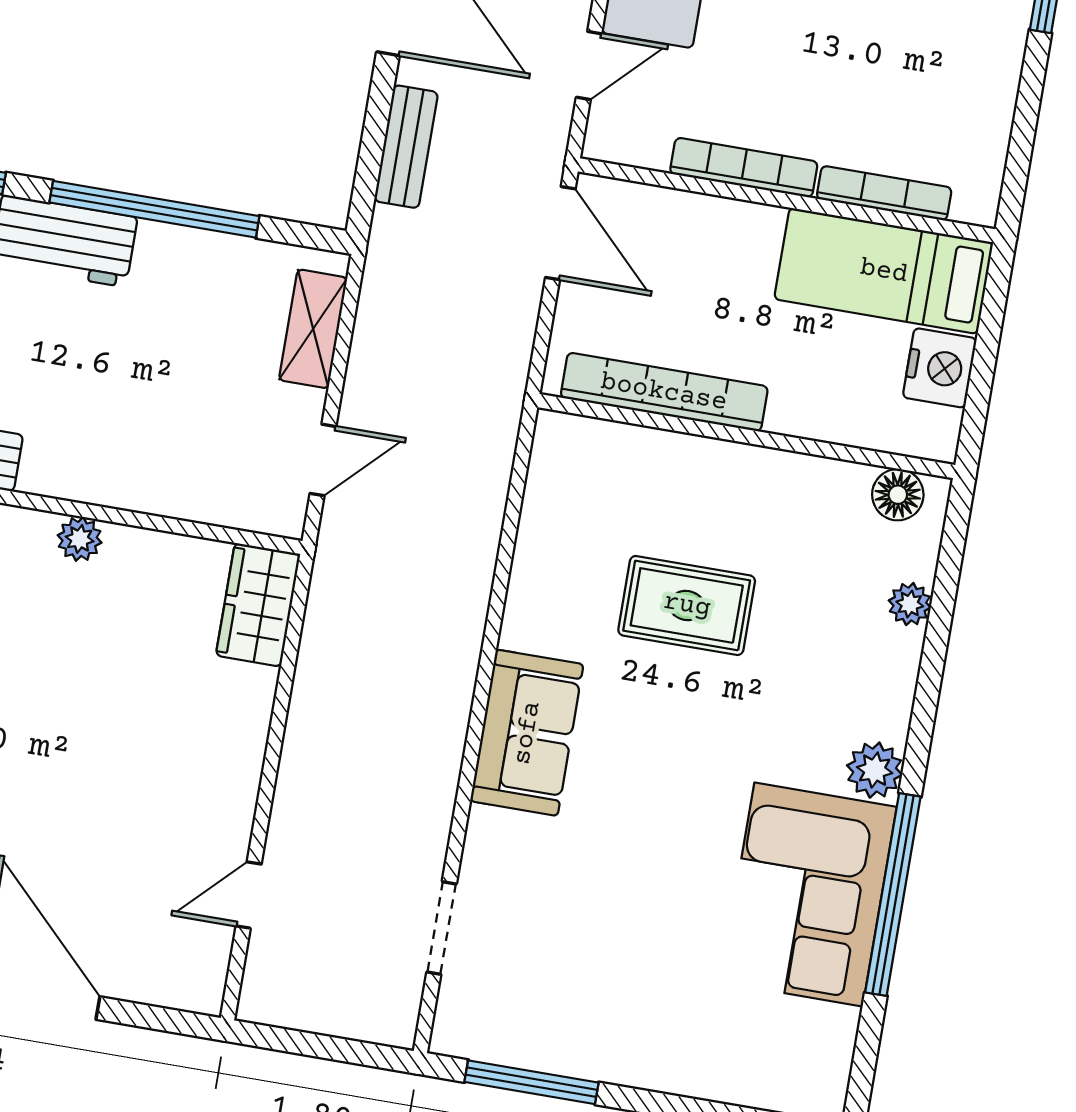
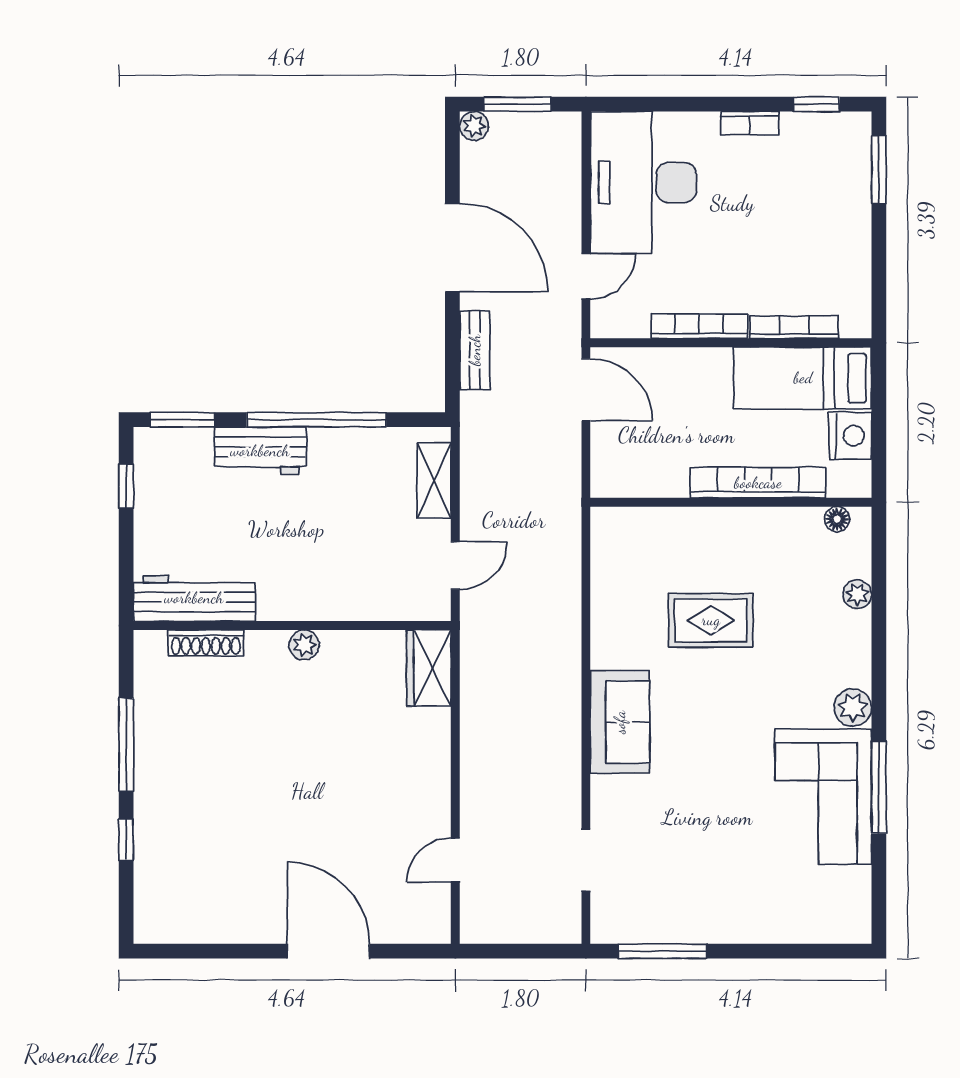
bookcase: (664, 392) -> (758, 483), moved
floor lamp: (898, 495) -> (837, 519), width x0.73, depth x0.73
window: (893, 895) -> (879, 787), width x0.68

